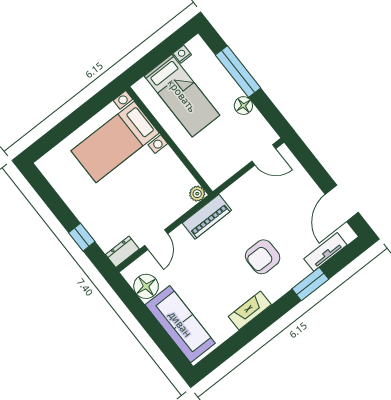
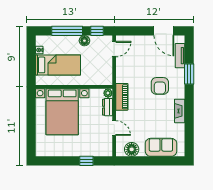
window: (270, 112) -> (97, 31), added
bed with nightstands: (115, 142) -> (62, 112), width x1.36
dresser: (122, 252) -> (108, 107), moved
sofa: (180, 324) -> (161, 147), width x0.73

